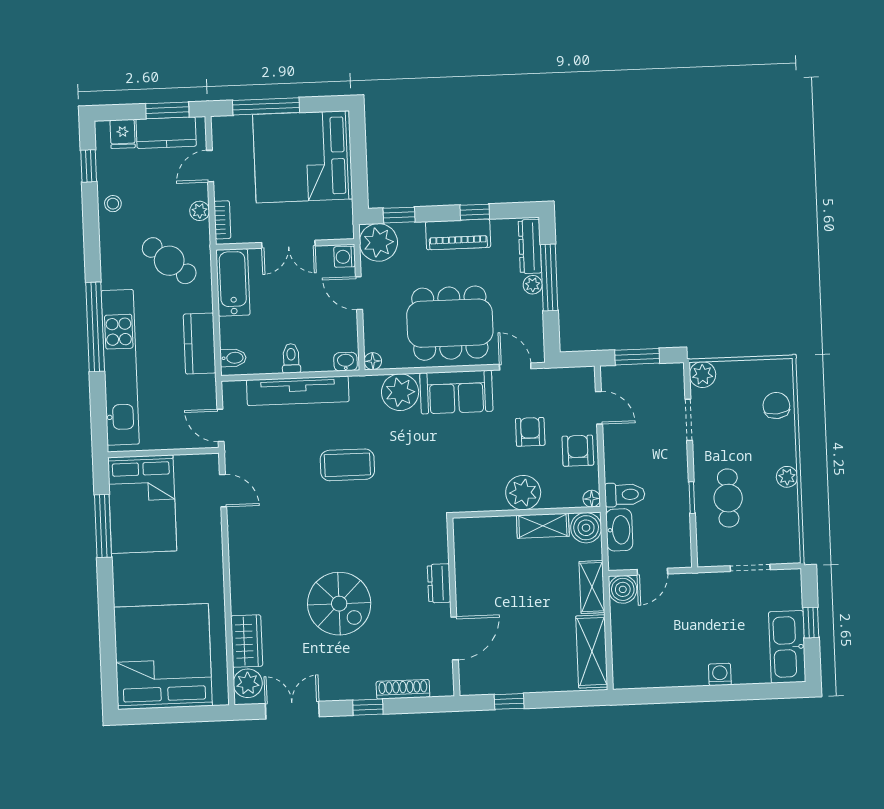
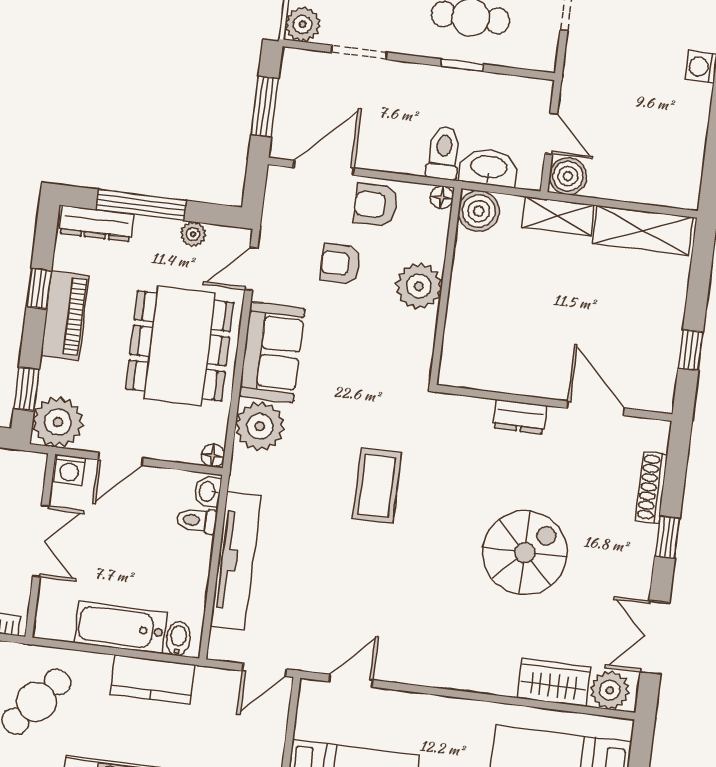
bathtub: (233, 282) -> (120, 628), moved
plant: (533, 285) -> (193, 234), moved
toilet: (291, 358) -> (197, 520), moved
door: (599, 408) -> (324, 168), width x1.38
coffee table: (347, 465) -> (377, 486), moved
shelving: (543, 526) -> (467, 268), removed

